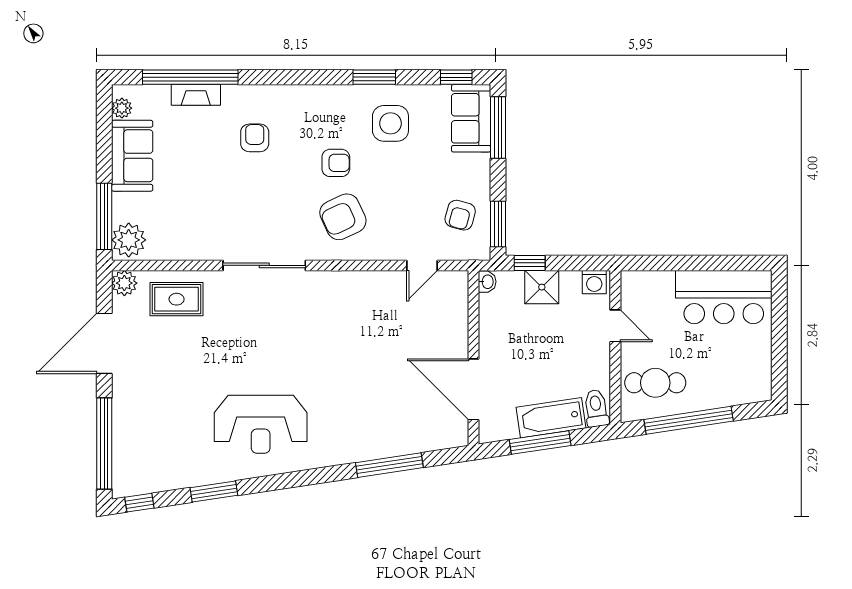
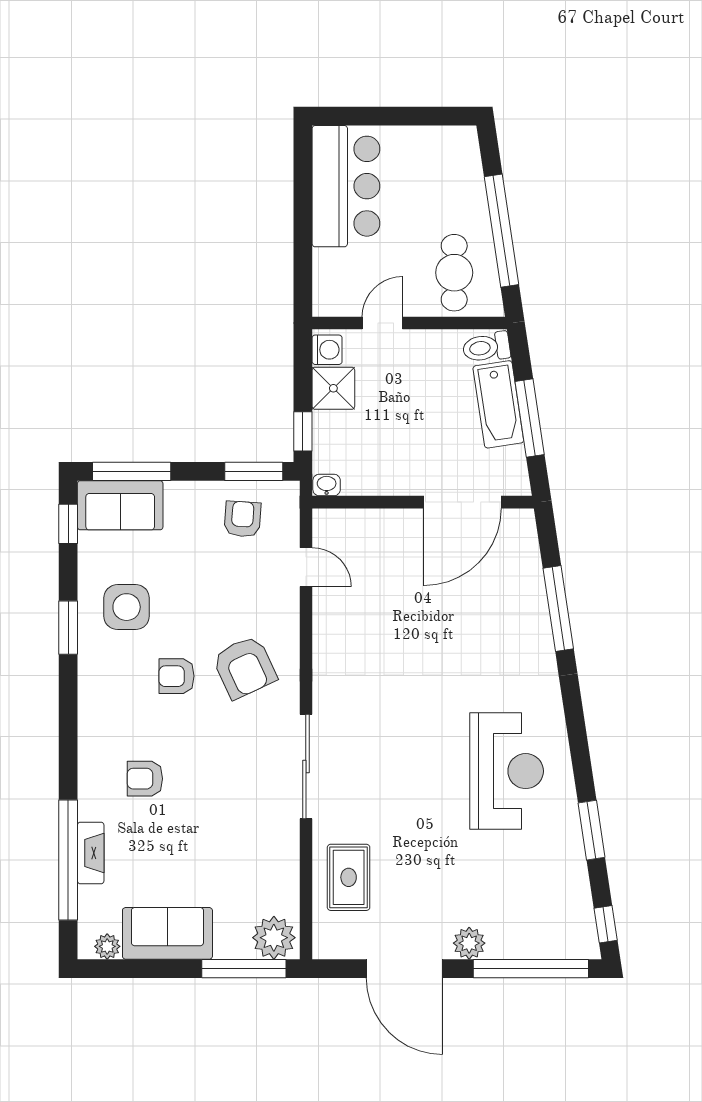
armchair: (336, 163) -> (176, 676), turned -90
armchair: (460, 215) -> (242, 519), turned -101
plant: (124, 283) -> (469, 943), moved
shower: (542, 287) -> (333, 388), moved

